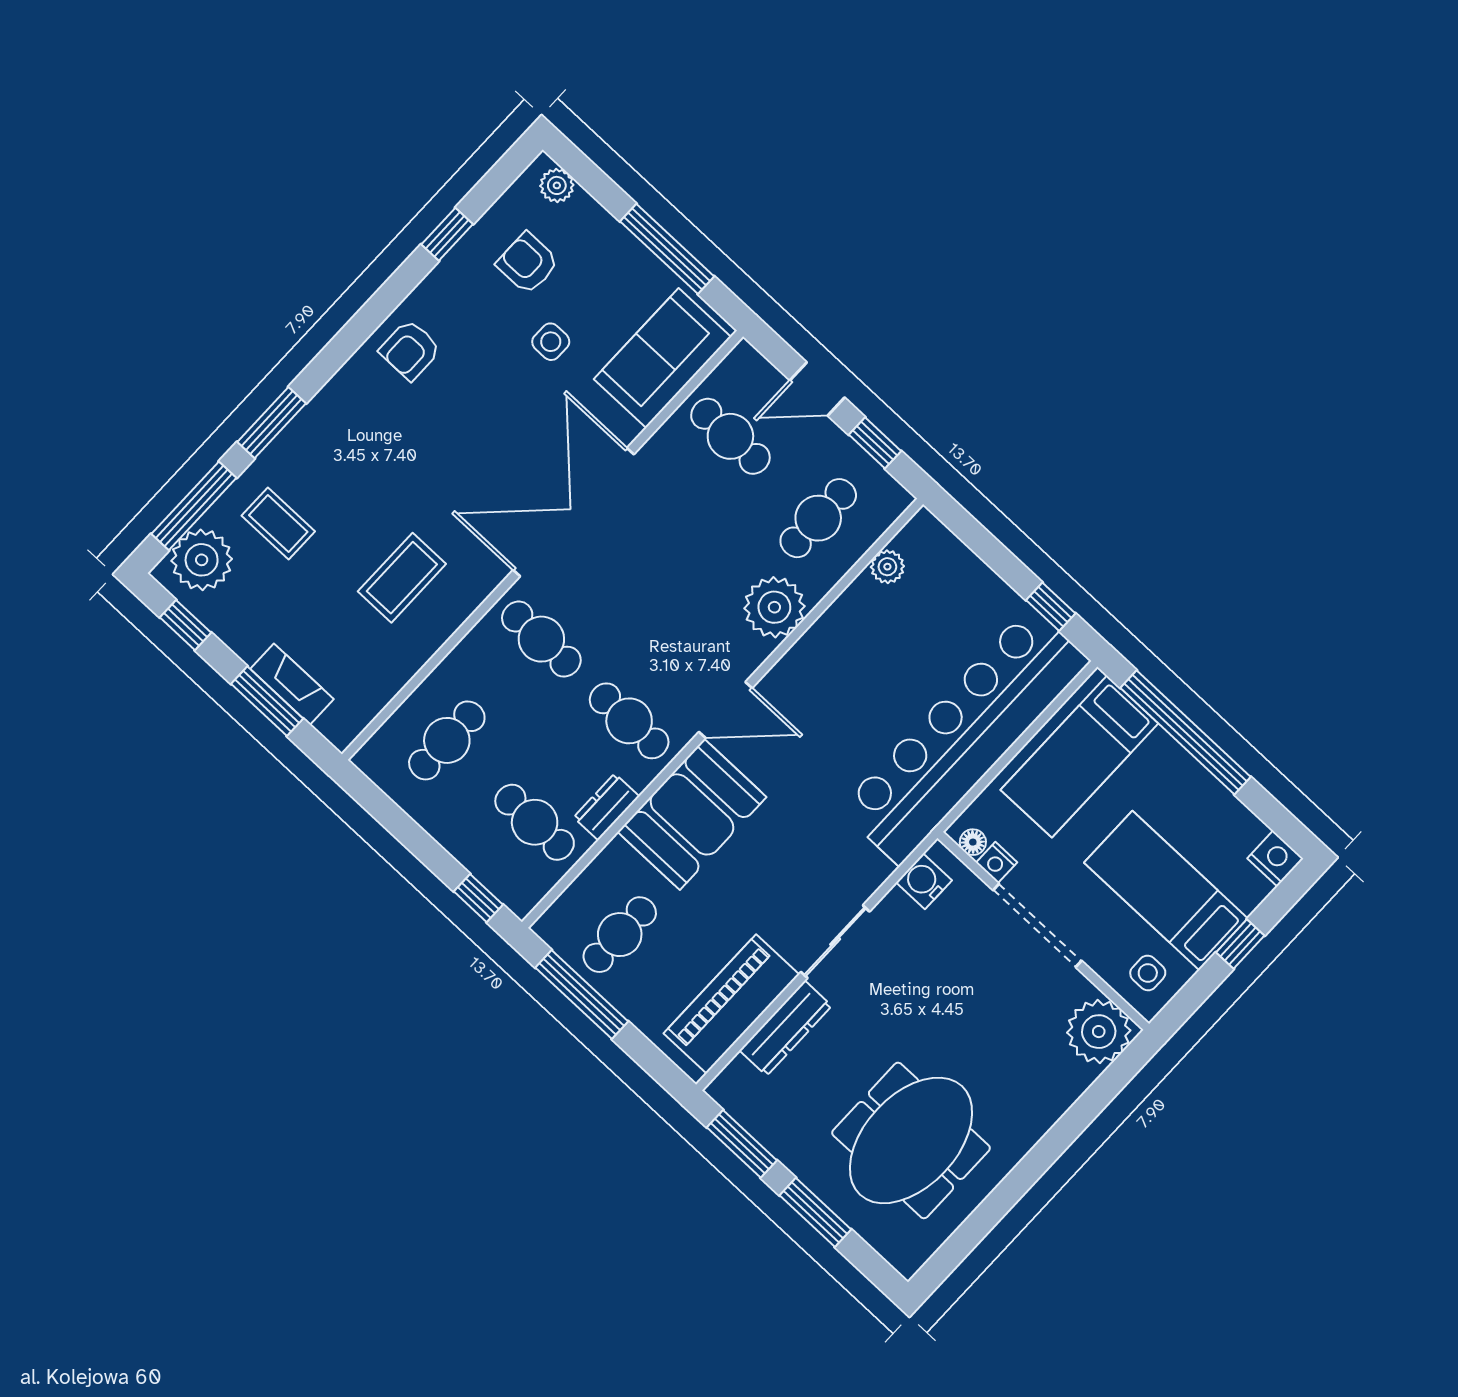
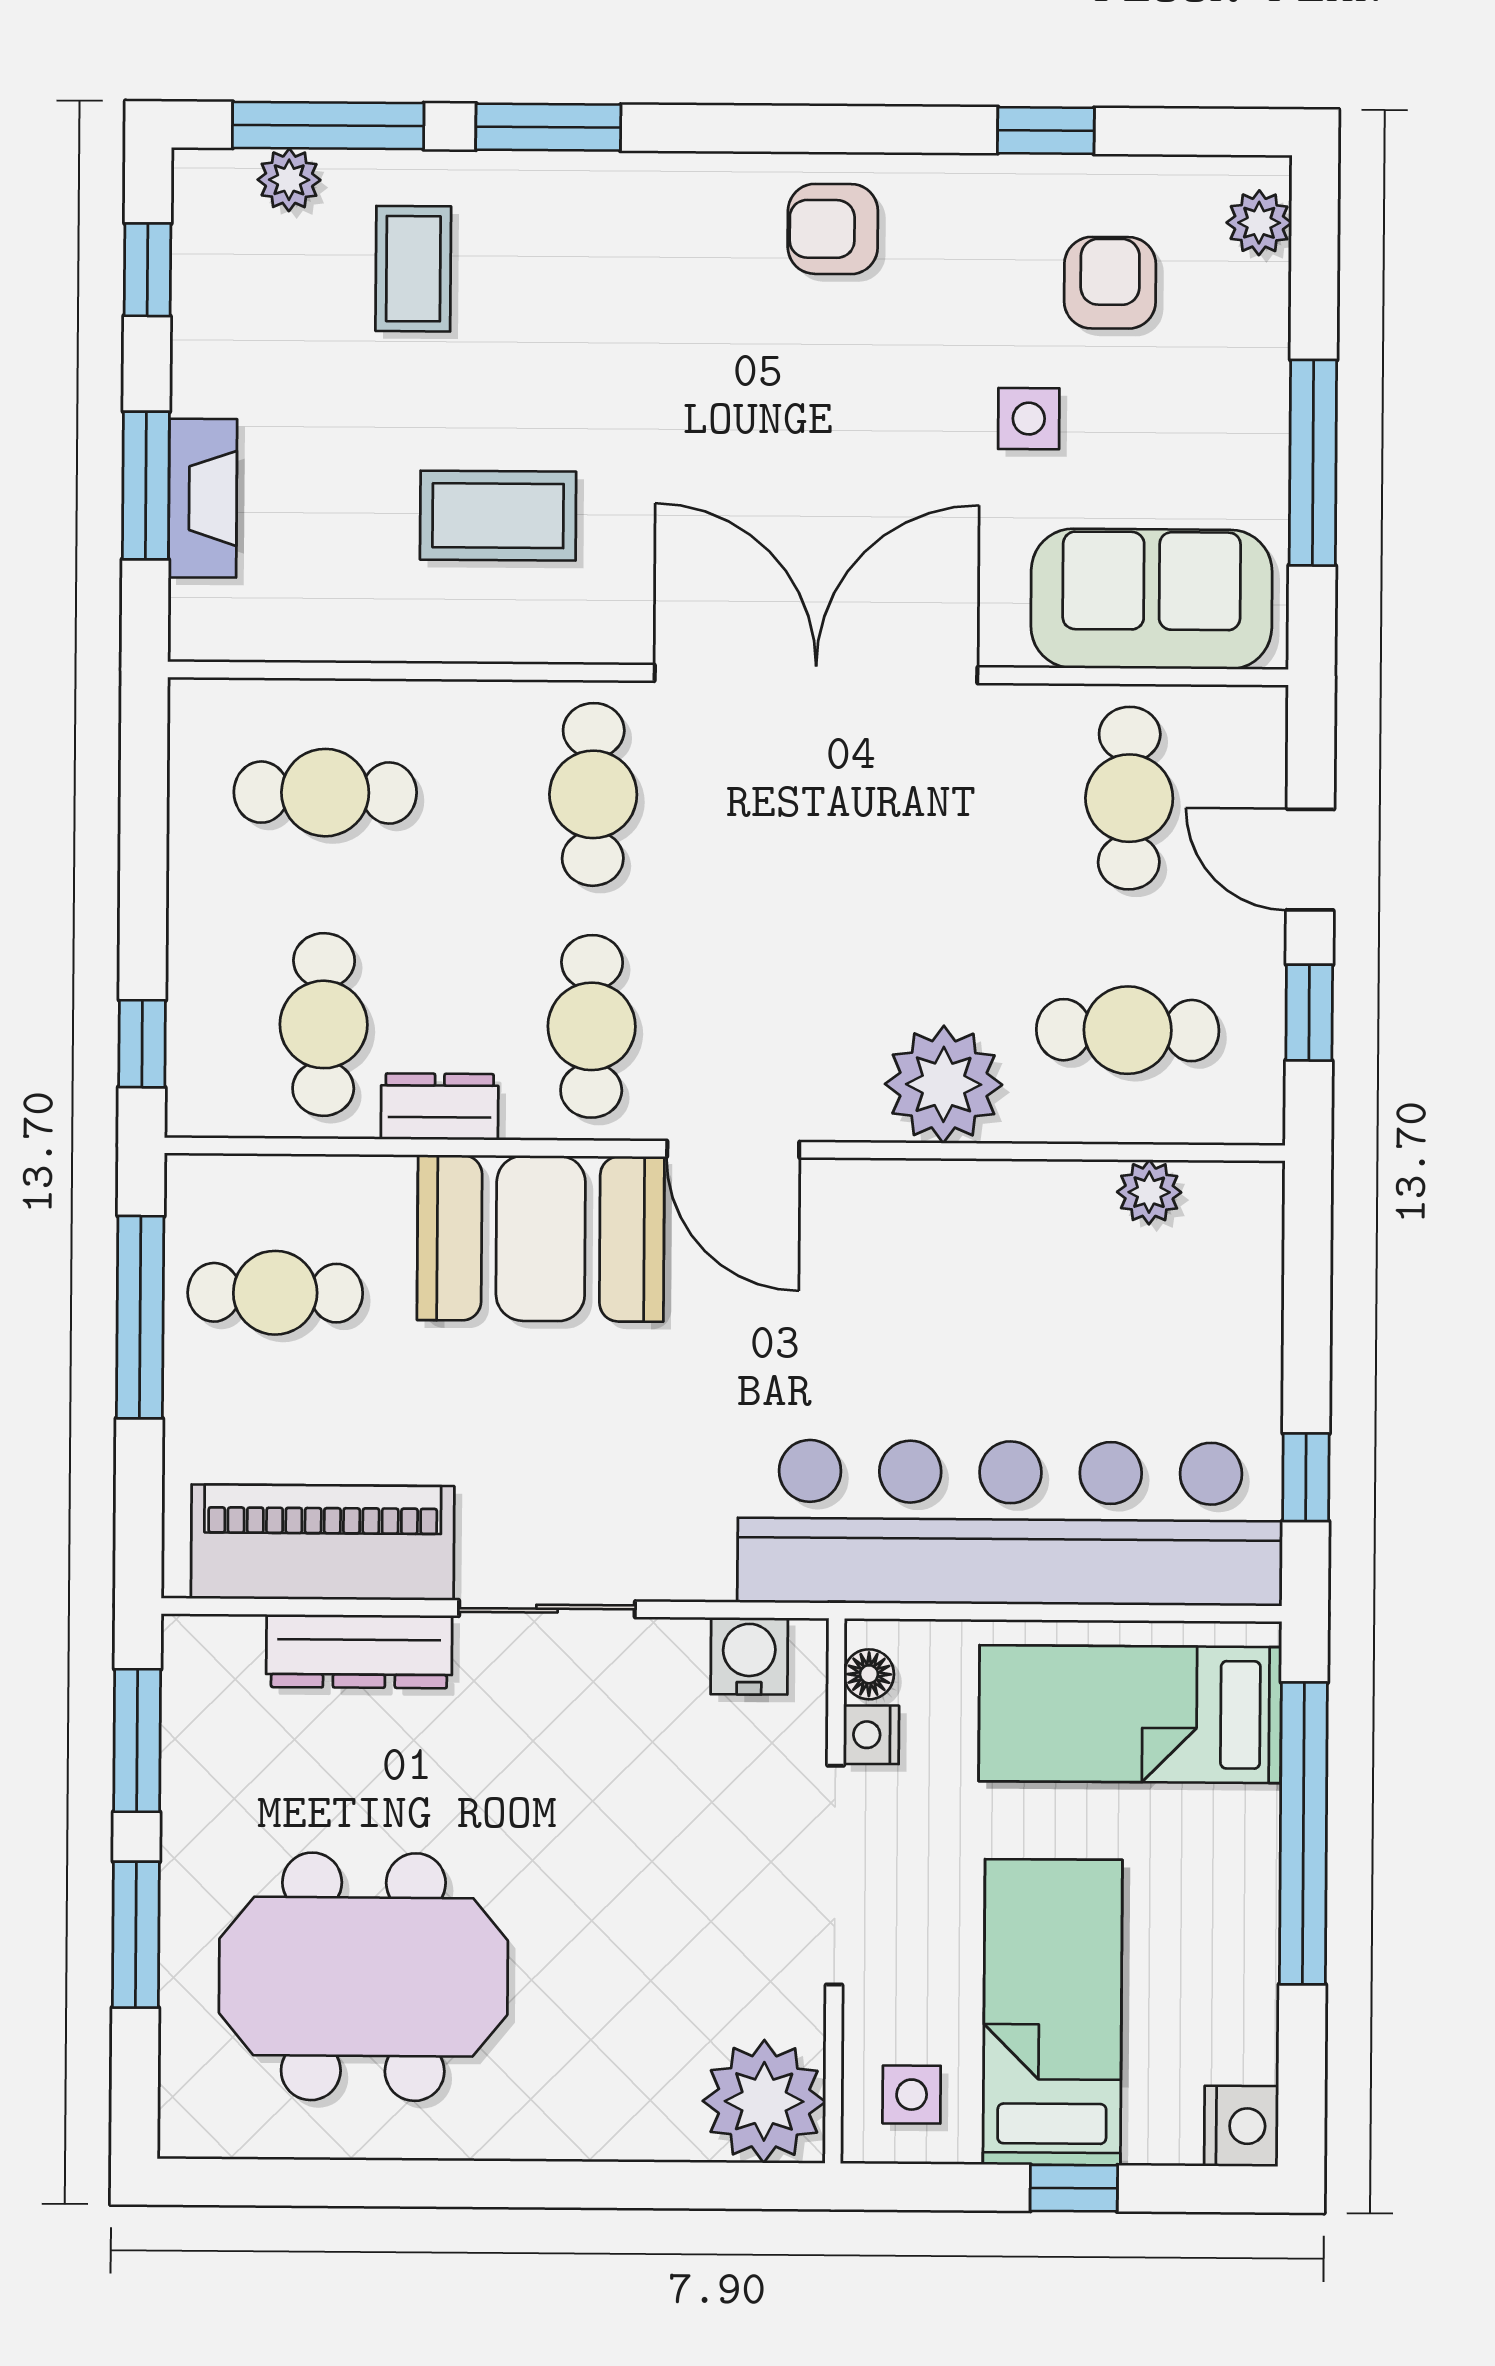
plant: (202, 560) -> (289, 180), width x0.53, depth x0.53

